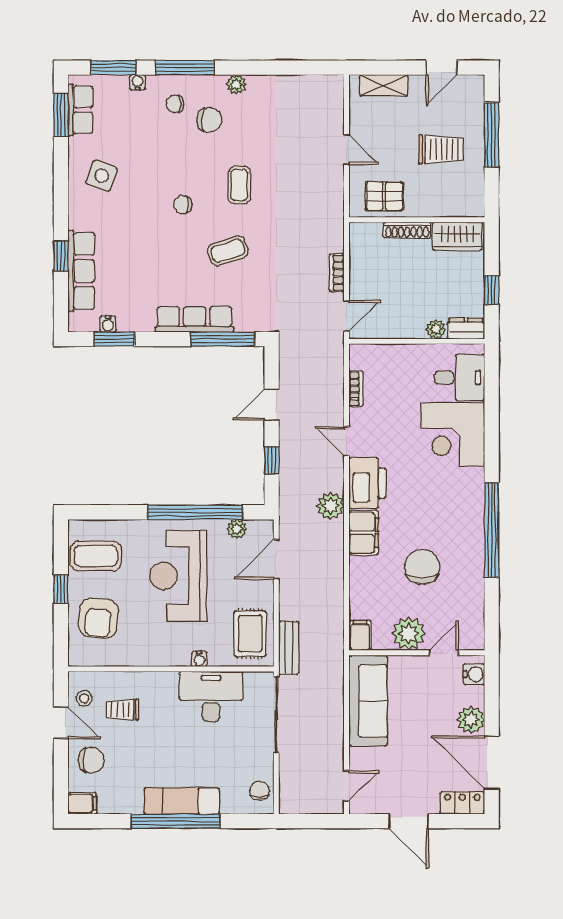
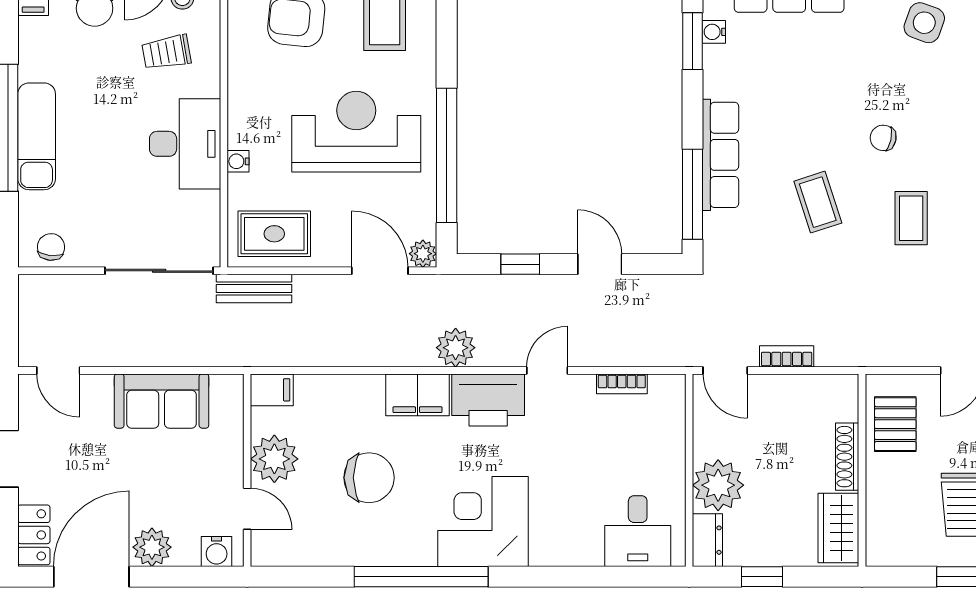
coffee table: (239, 185) -> (911, 218), turned 90
chair: (183, 205) -> (883, 138), turned -78
plant: (436, 329) -> (718, 485), width x1.87, depth x1.87
corner desk: (453, 434) -> (483, 521), moved
plant: (237, 529) -> (423, 254), moved
desk: (211, 696) -> (185, 144), moved
sofa: (368, 701) -> (162, 401), width x0.73
trolley: (122, 710) -> (166, 52), turned -100
chair: (260, 791) -> (51, 247), turned -84

